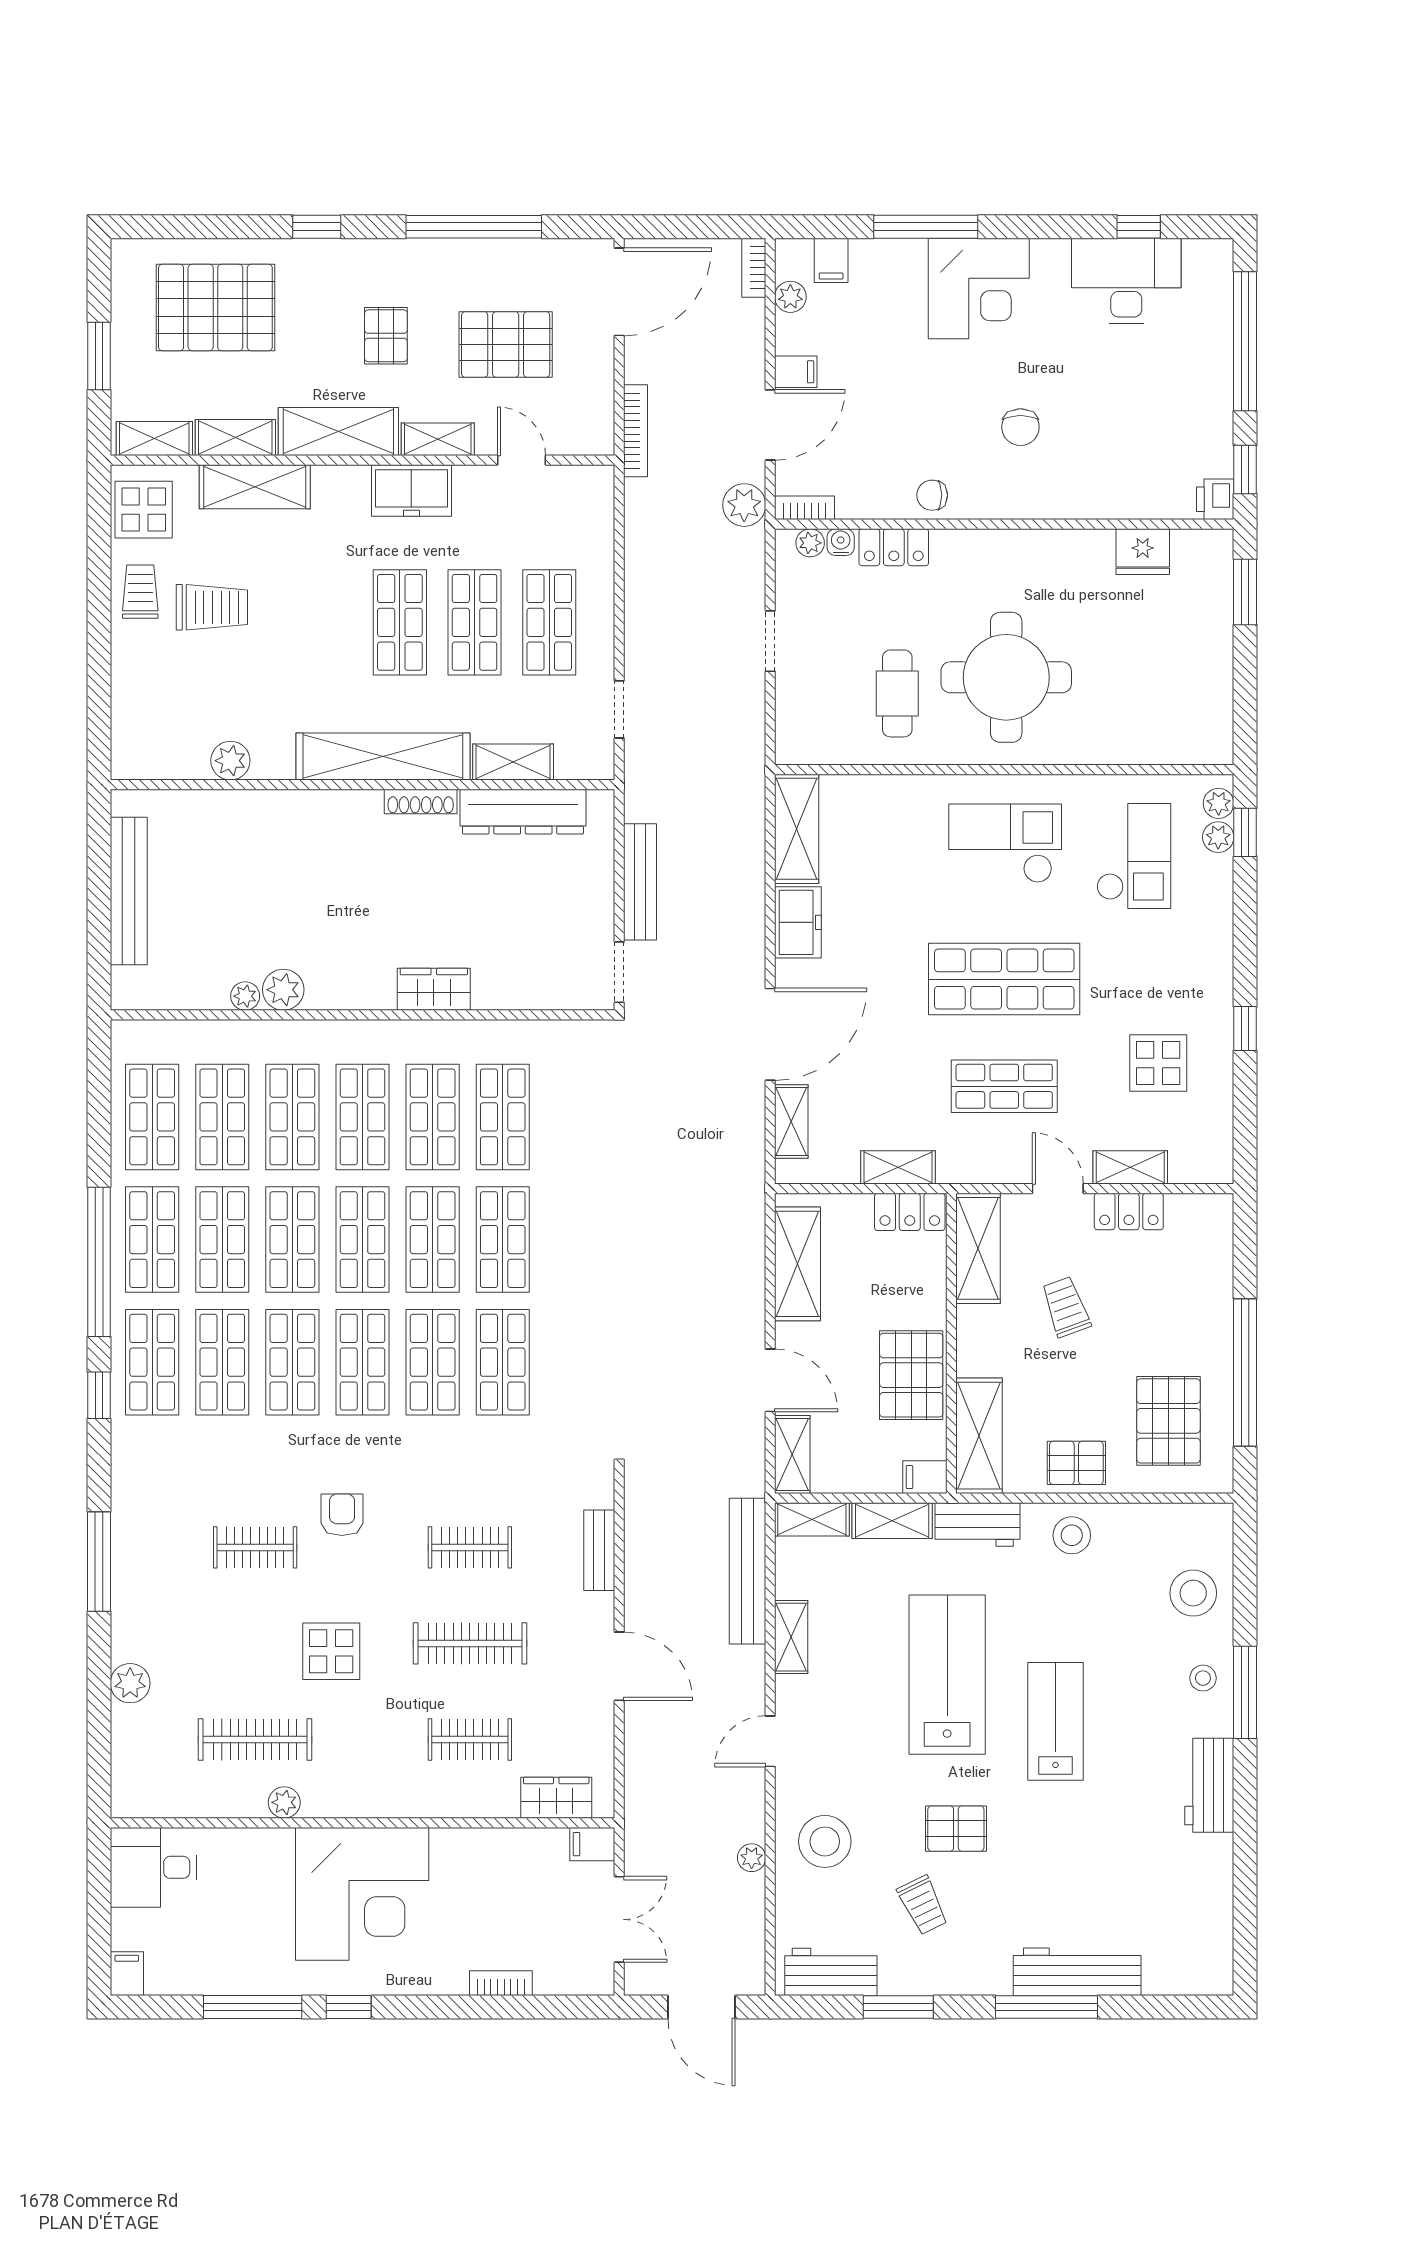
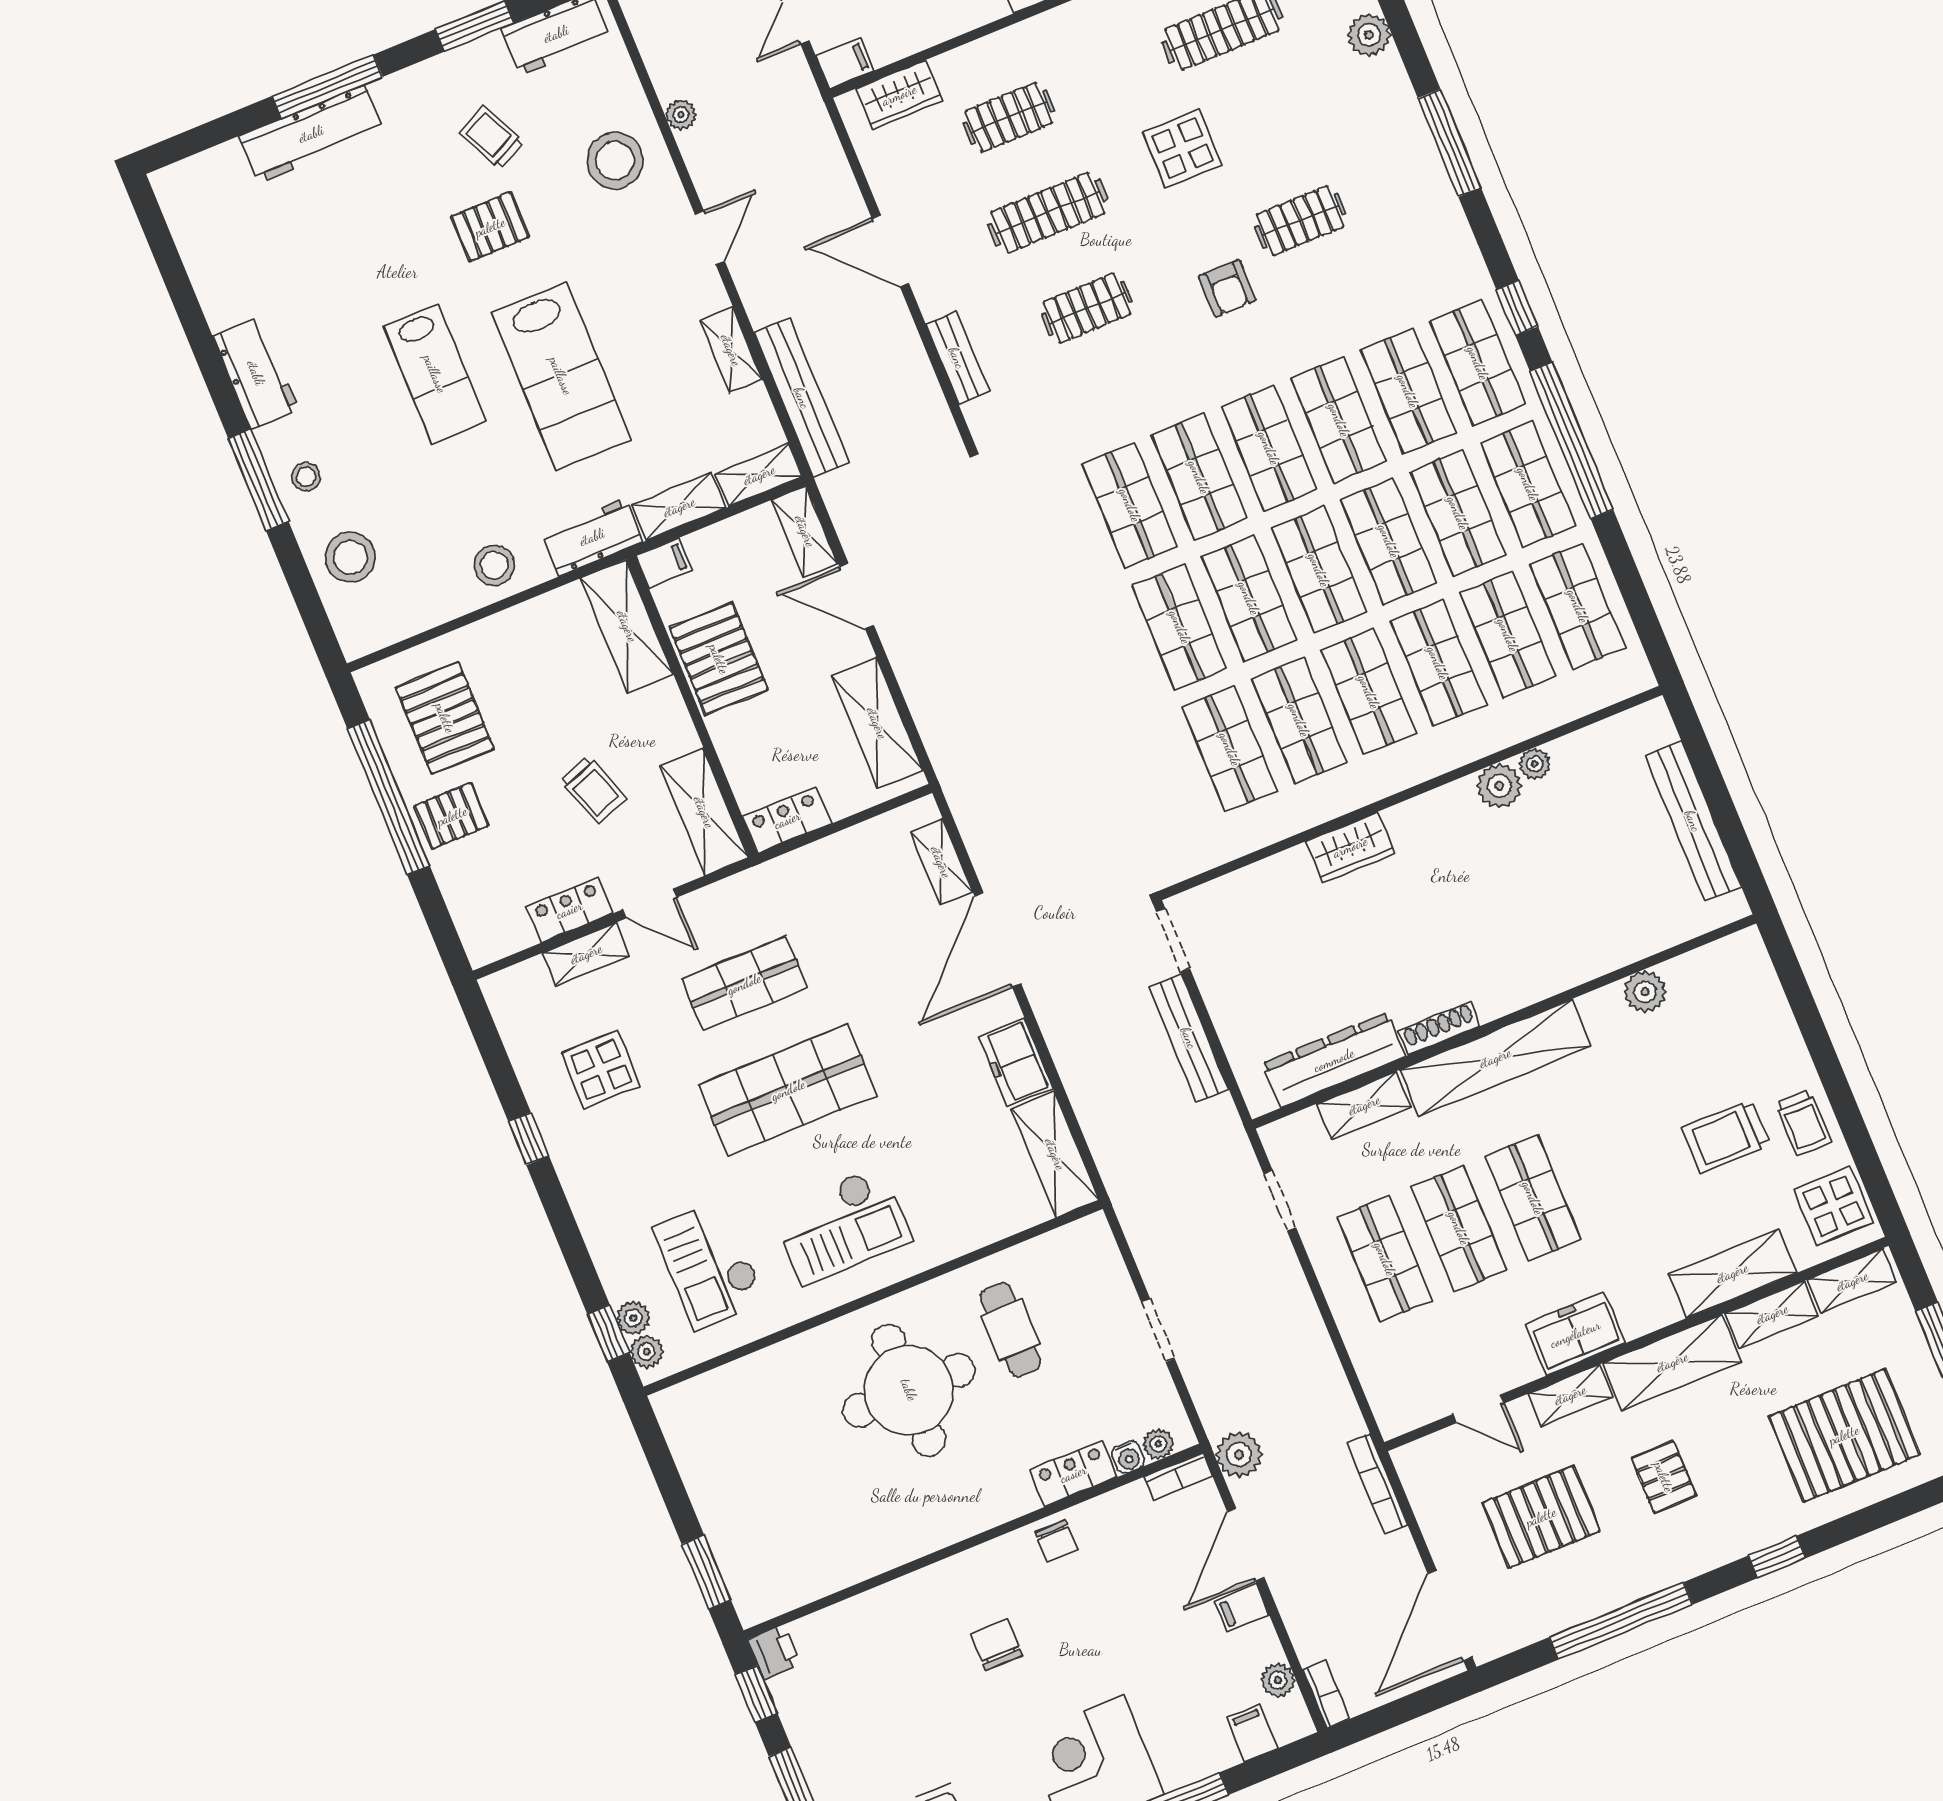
chair: (932, 495) -> (1056, 1541), turned 90
fridge: (1143, 552) -> (824, 1571), removed
shelving: (898, 1167) -> (817, 860), removed
pallet: (1076, 1463) -> (452, 816), moved

